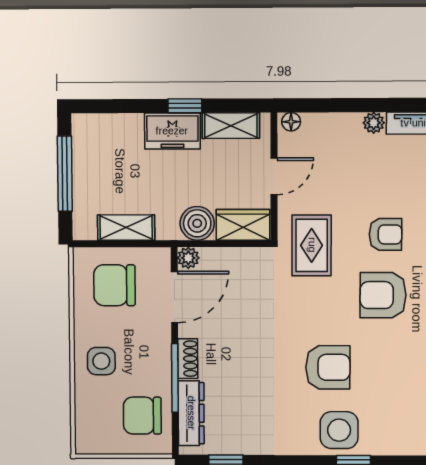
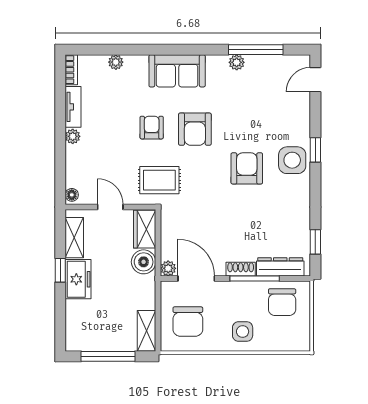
shelving: (126, 228) -> (147, 331), moved

